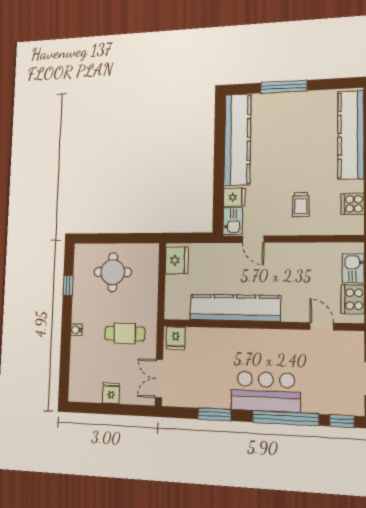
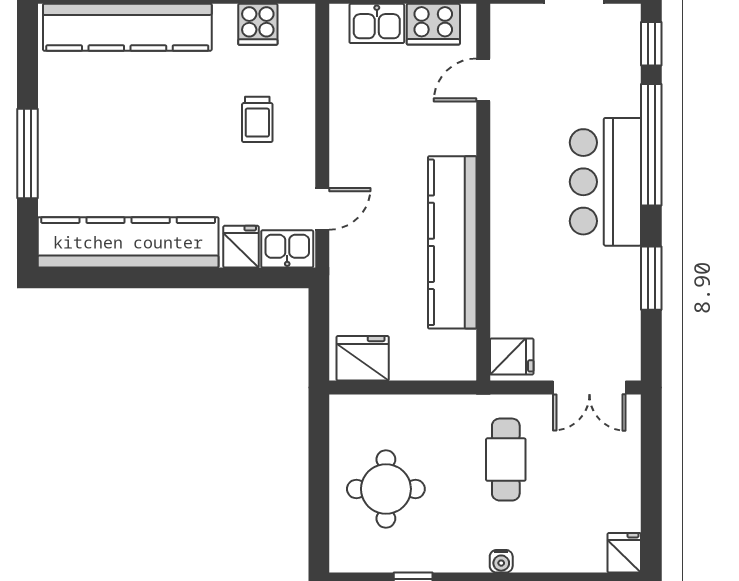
trolley: (301, 205) -> (257, 119), turned 90
fridge: (111, 393) -> (624, 553), moved, turned 90

